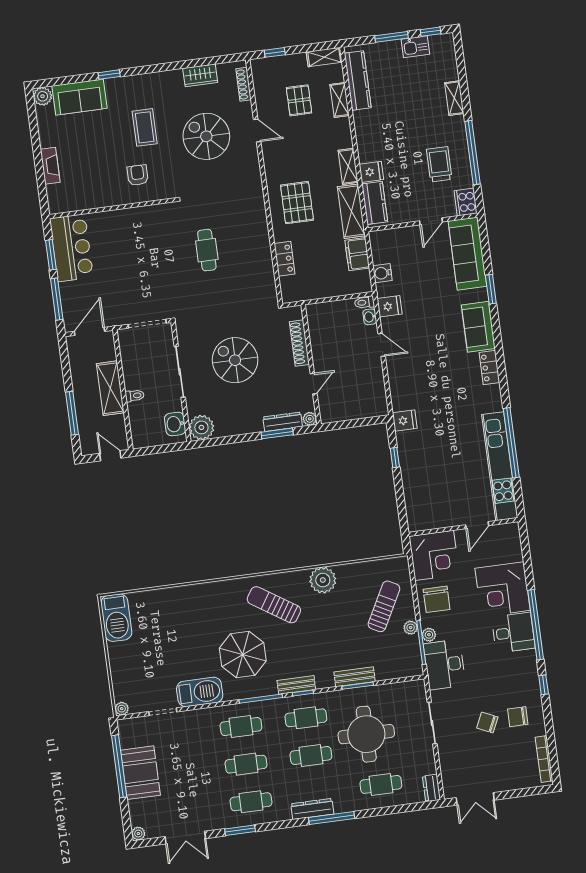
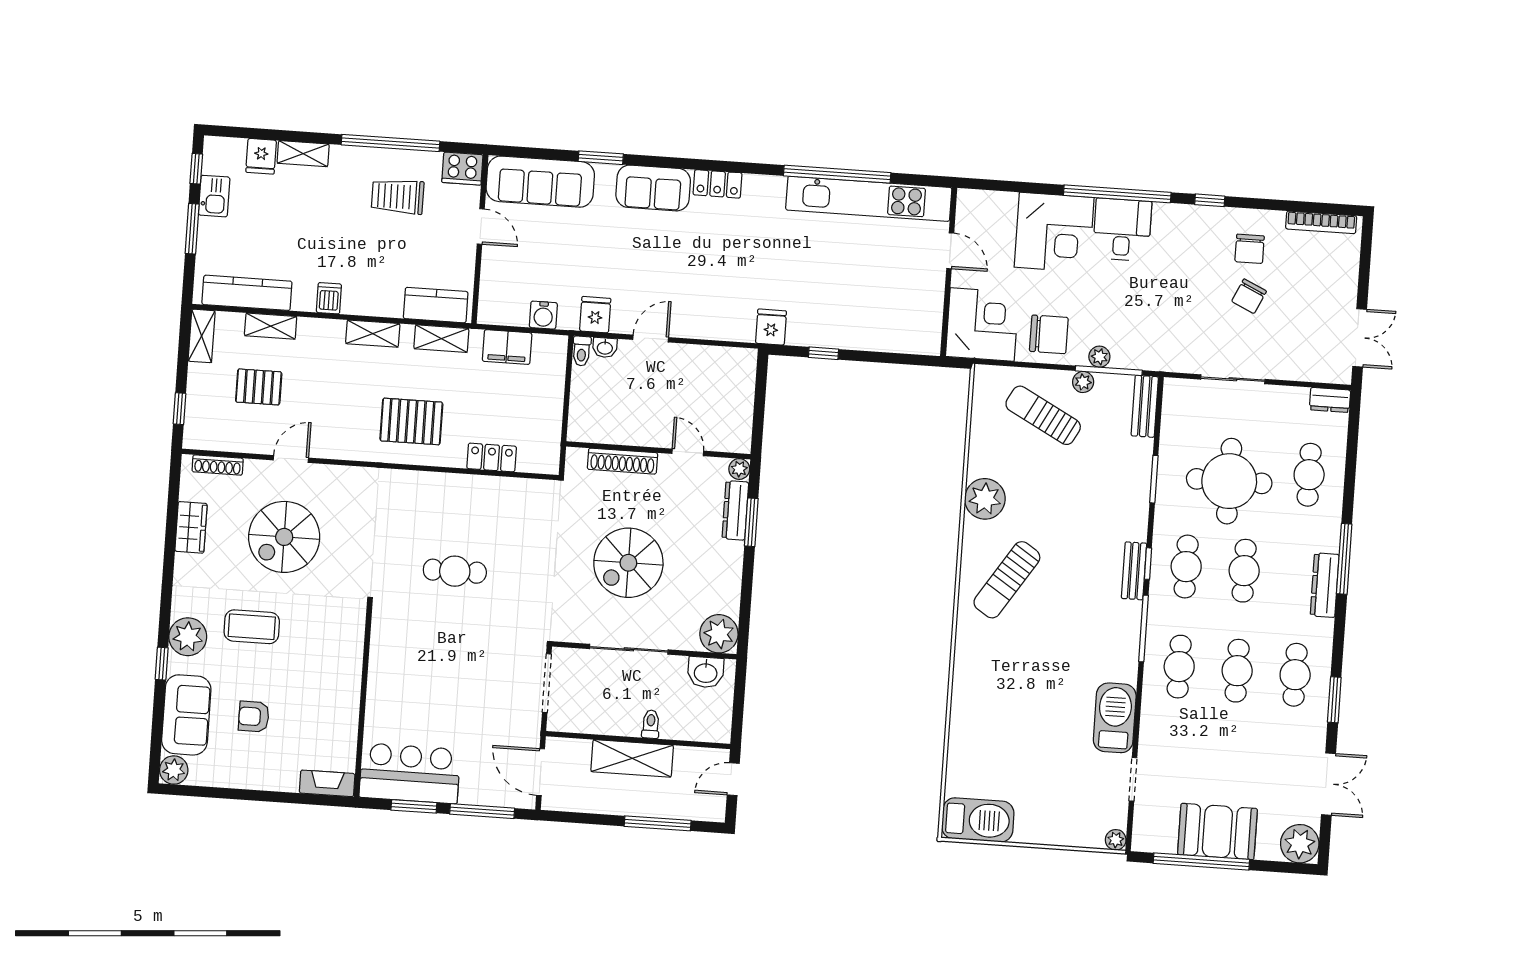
plant: (130, 88) -> (188, 637), added
dishwasher: (365, 134) -> (329, 298), added
fireplace: (50, 166) -> (327, 783), moved
fridge: (371, 172) -> (261, 156), moved, turned 180
armchair: (138, 175) -> (254, 717), moved
shelving: (351, 211) -> (441, 339), width x0.67, depth x0.75
parasol: (243, 654) -> (1072, 642), removed
desk: (445, 665) -> (1149, 342), removed
bench: (355, 677) -> (1145, 406), moved
plant: (138, 834) -> (1300, 844), width x1.87, depth x1.87

